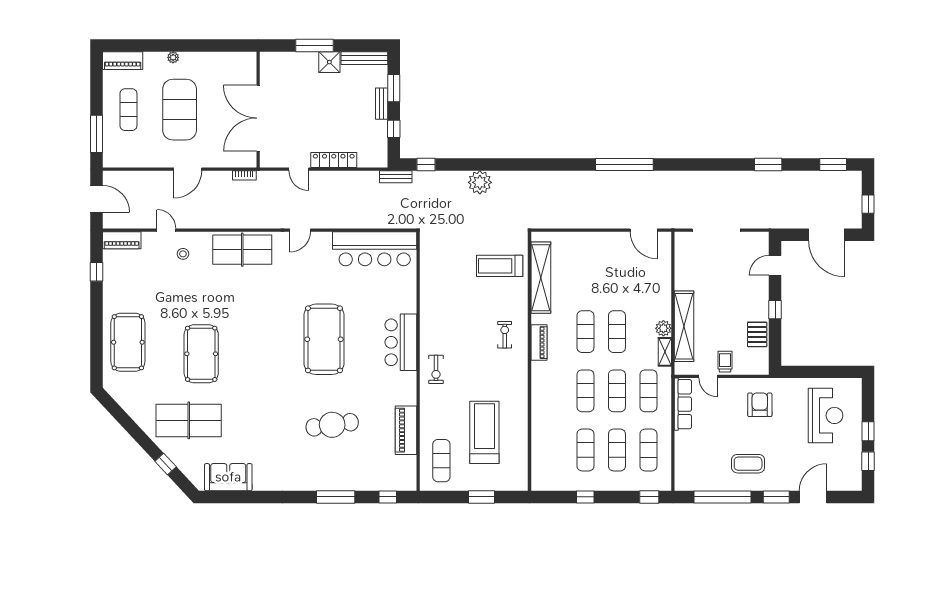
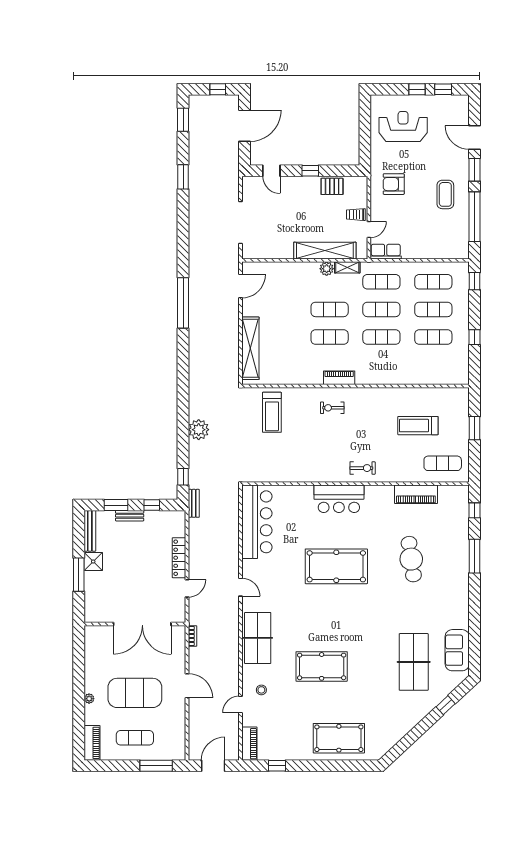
shelving: (541, 278) -> (250, 348), moved, turned 90
pool table: (201, 354) -> (322, 666), moved
row of seats: (683, 404) -> (386, 252), width x0.68
table tennis table: (189, 420) -> (414, 662), moved
treadmill: (484, 432) -> (418, 426), width x0.73, depth x0.73

